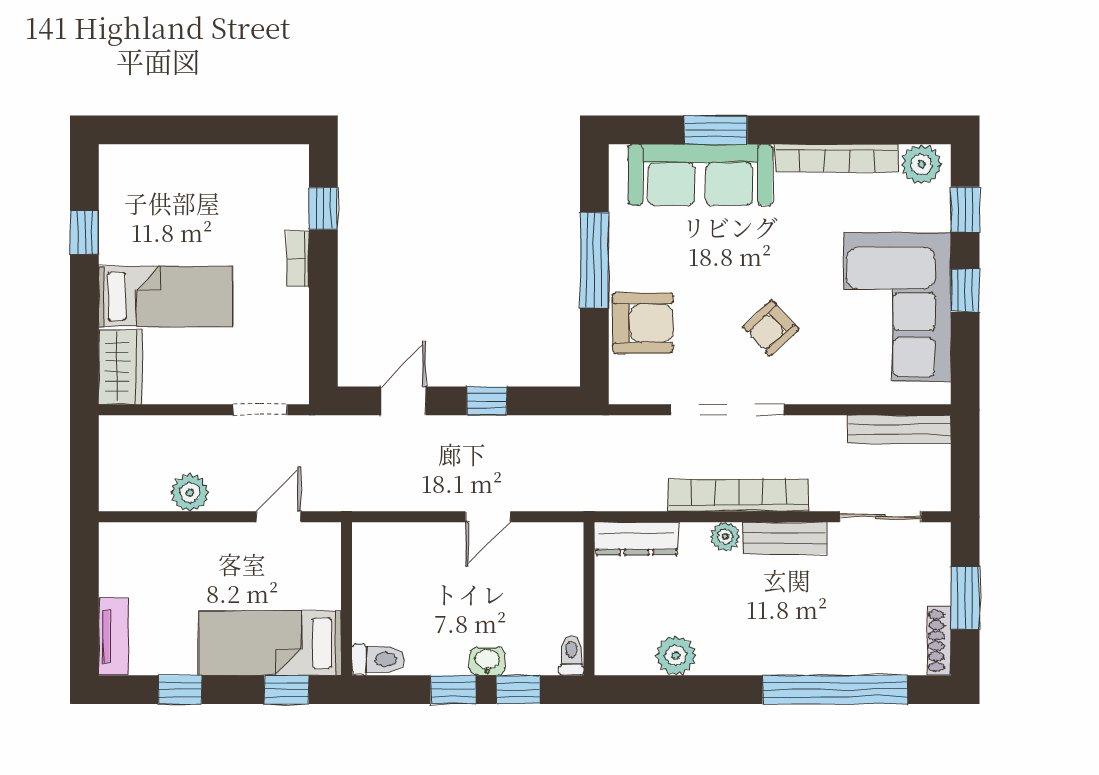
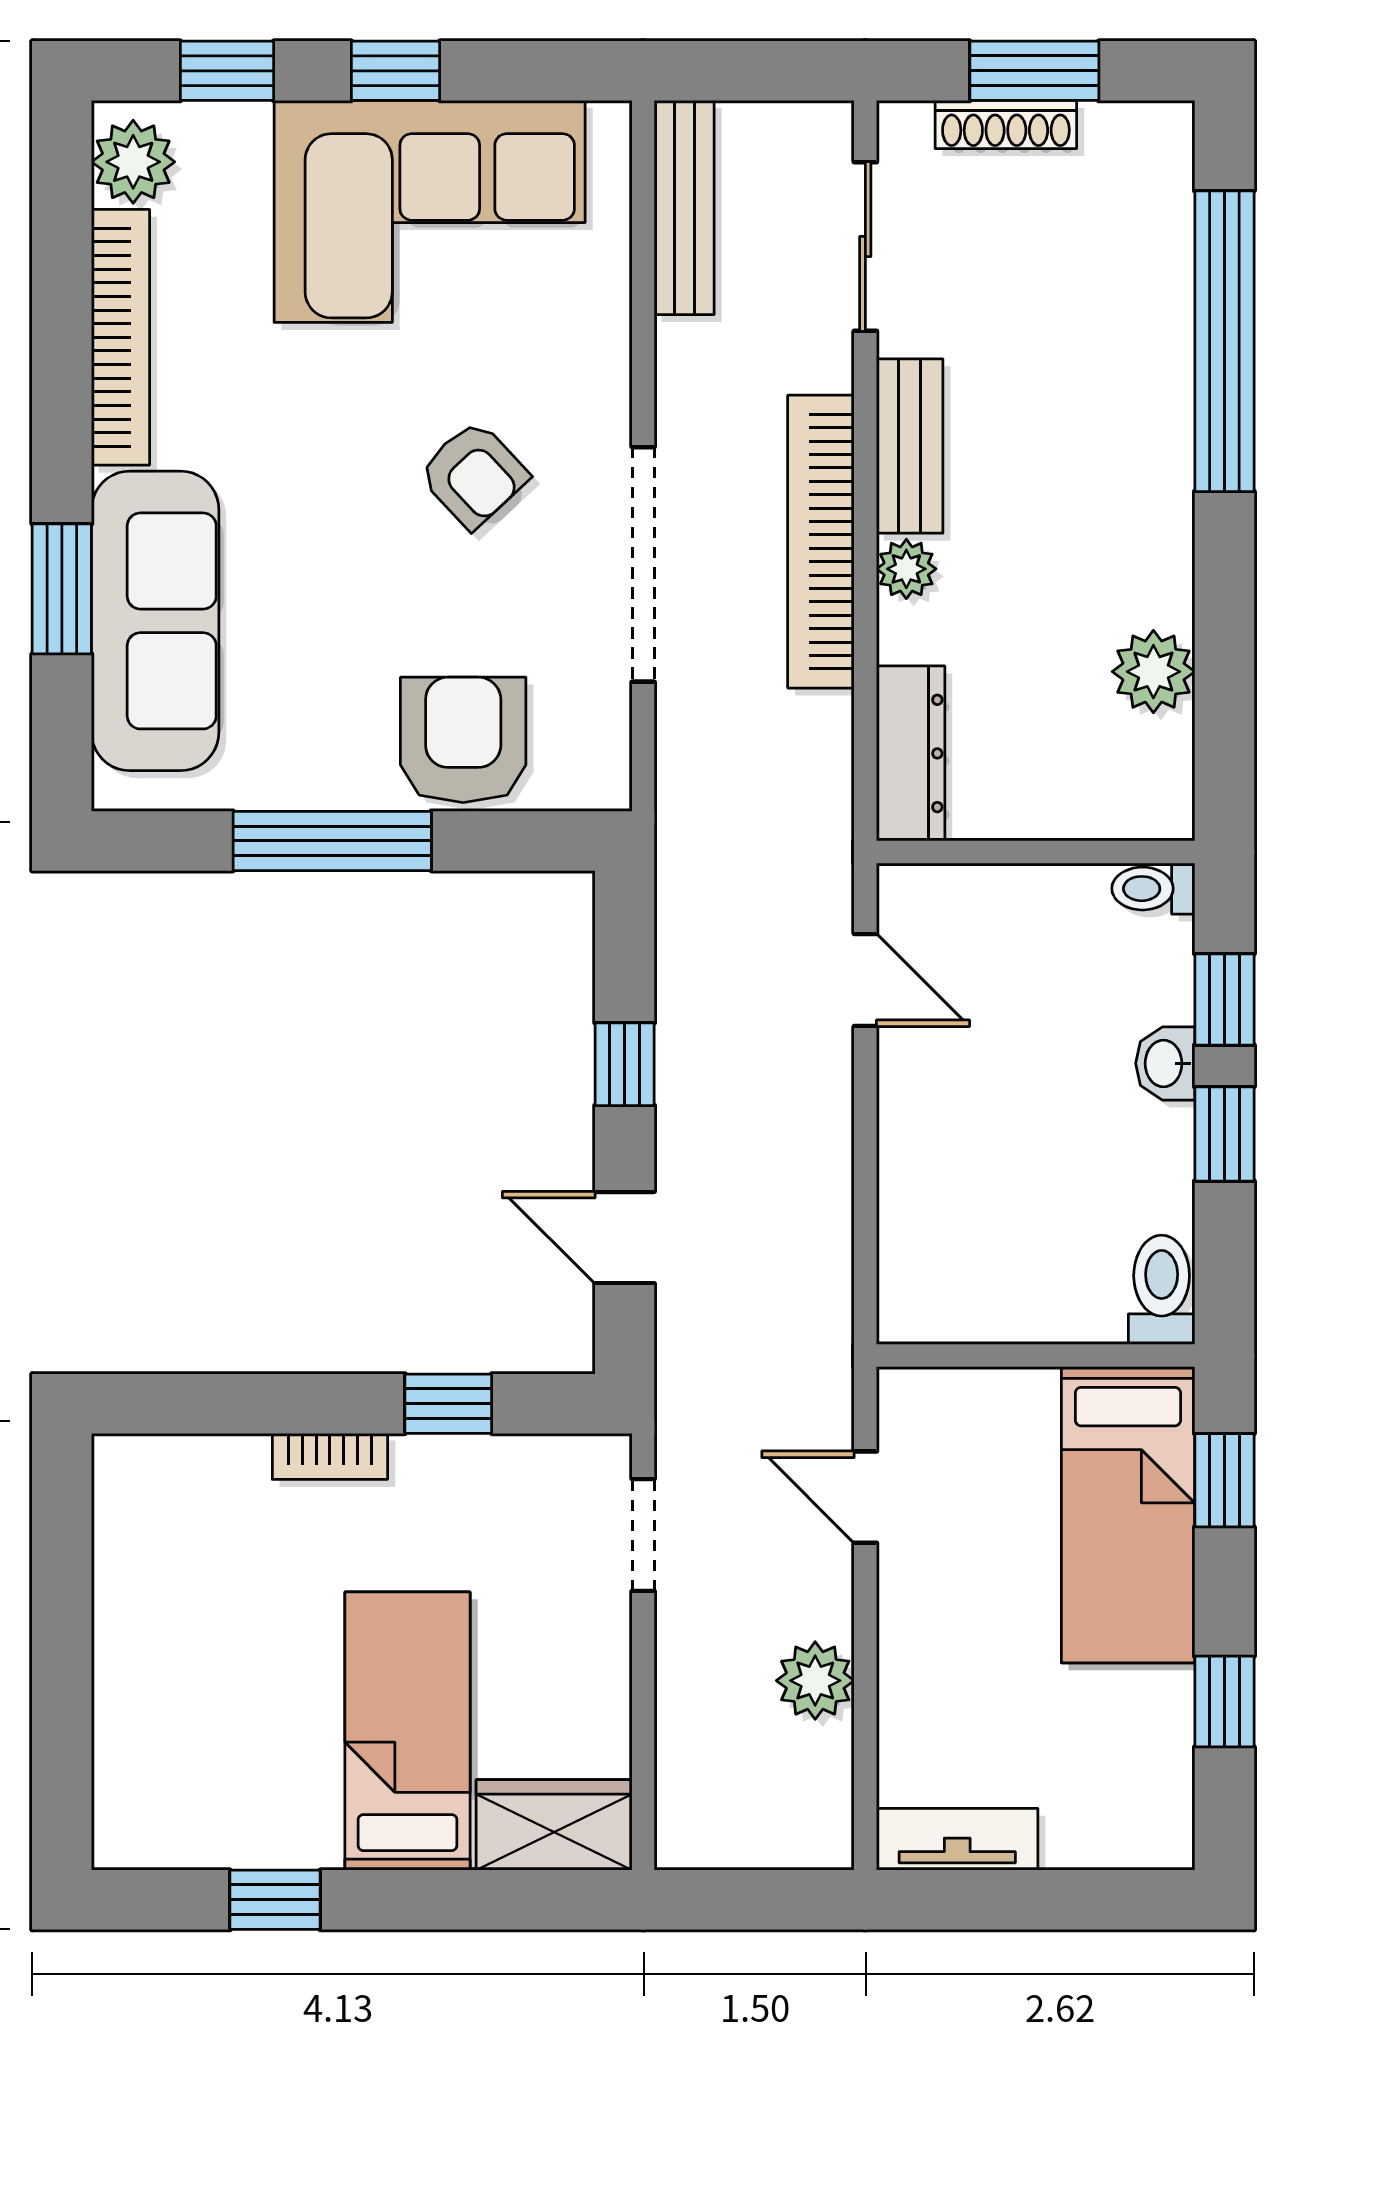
window: (323, 208) -> (448, 1404), moved
door: (488, 517) -> (865, 980), moved
tv unit: (114, 636) -> (957, 1839), moved
shoe rack: (939, 641) -> (1006, 124), moved

